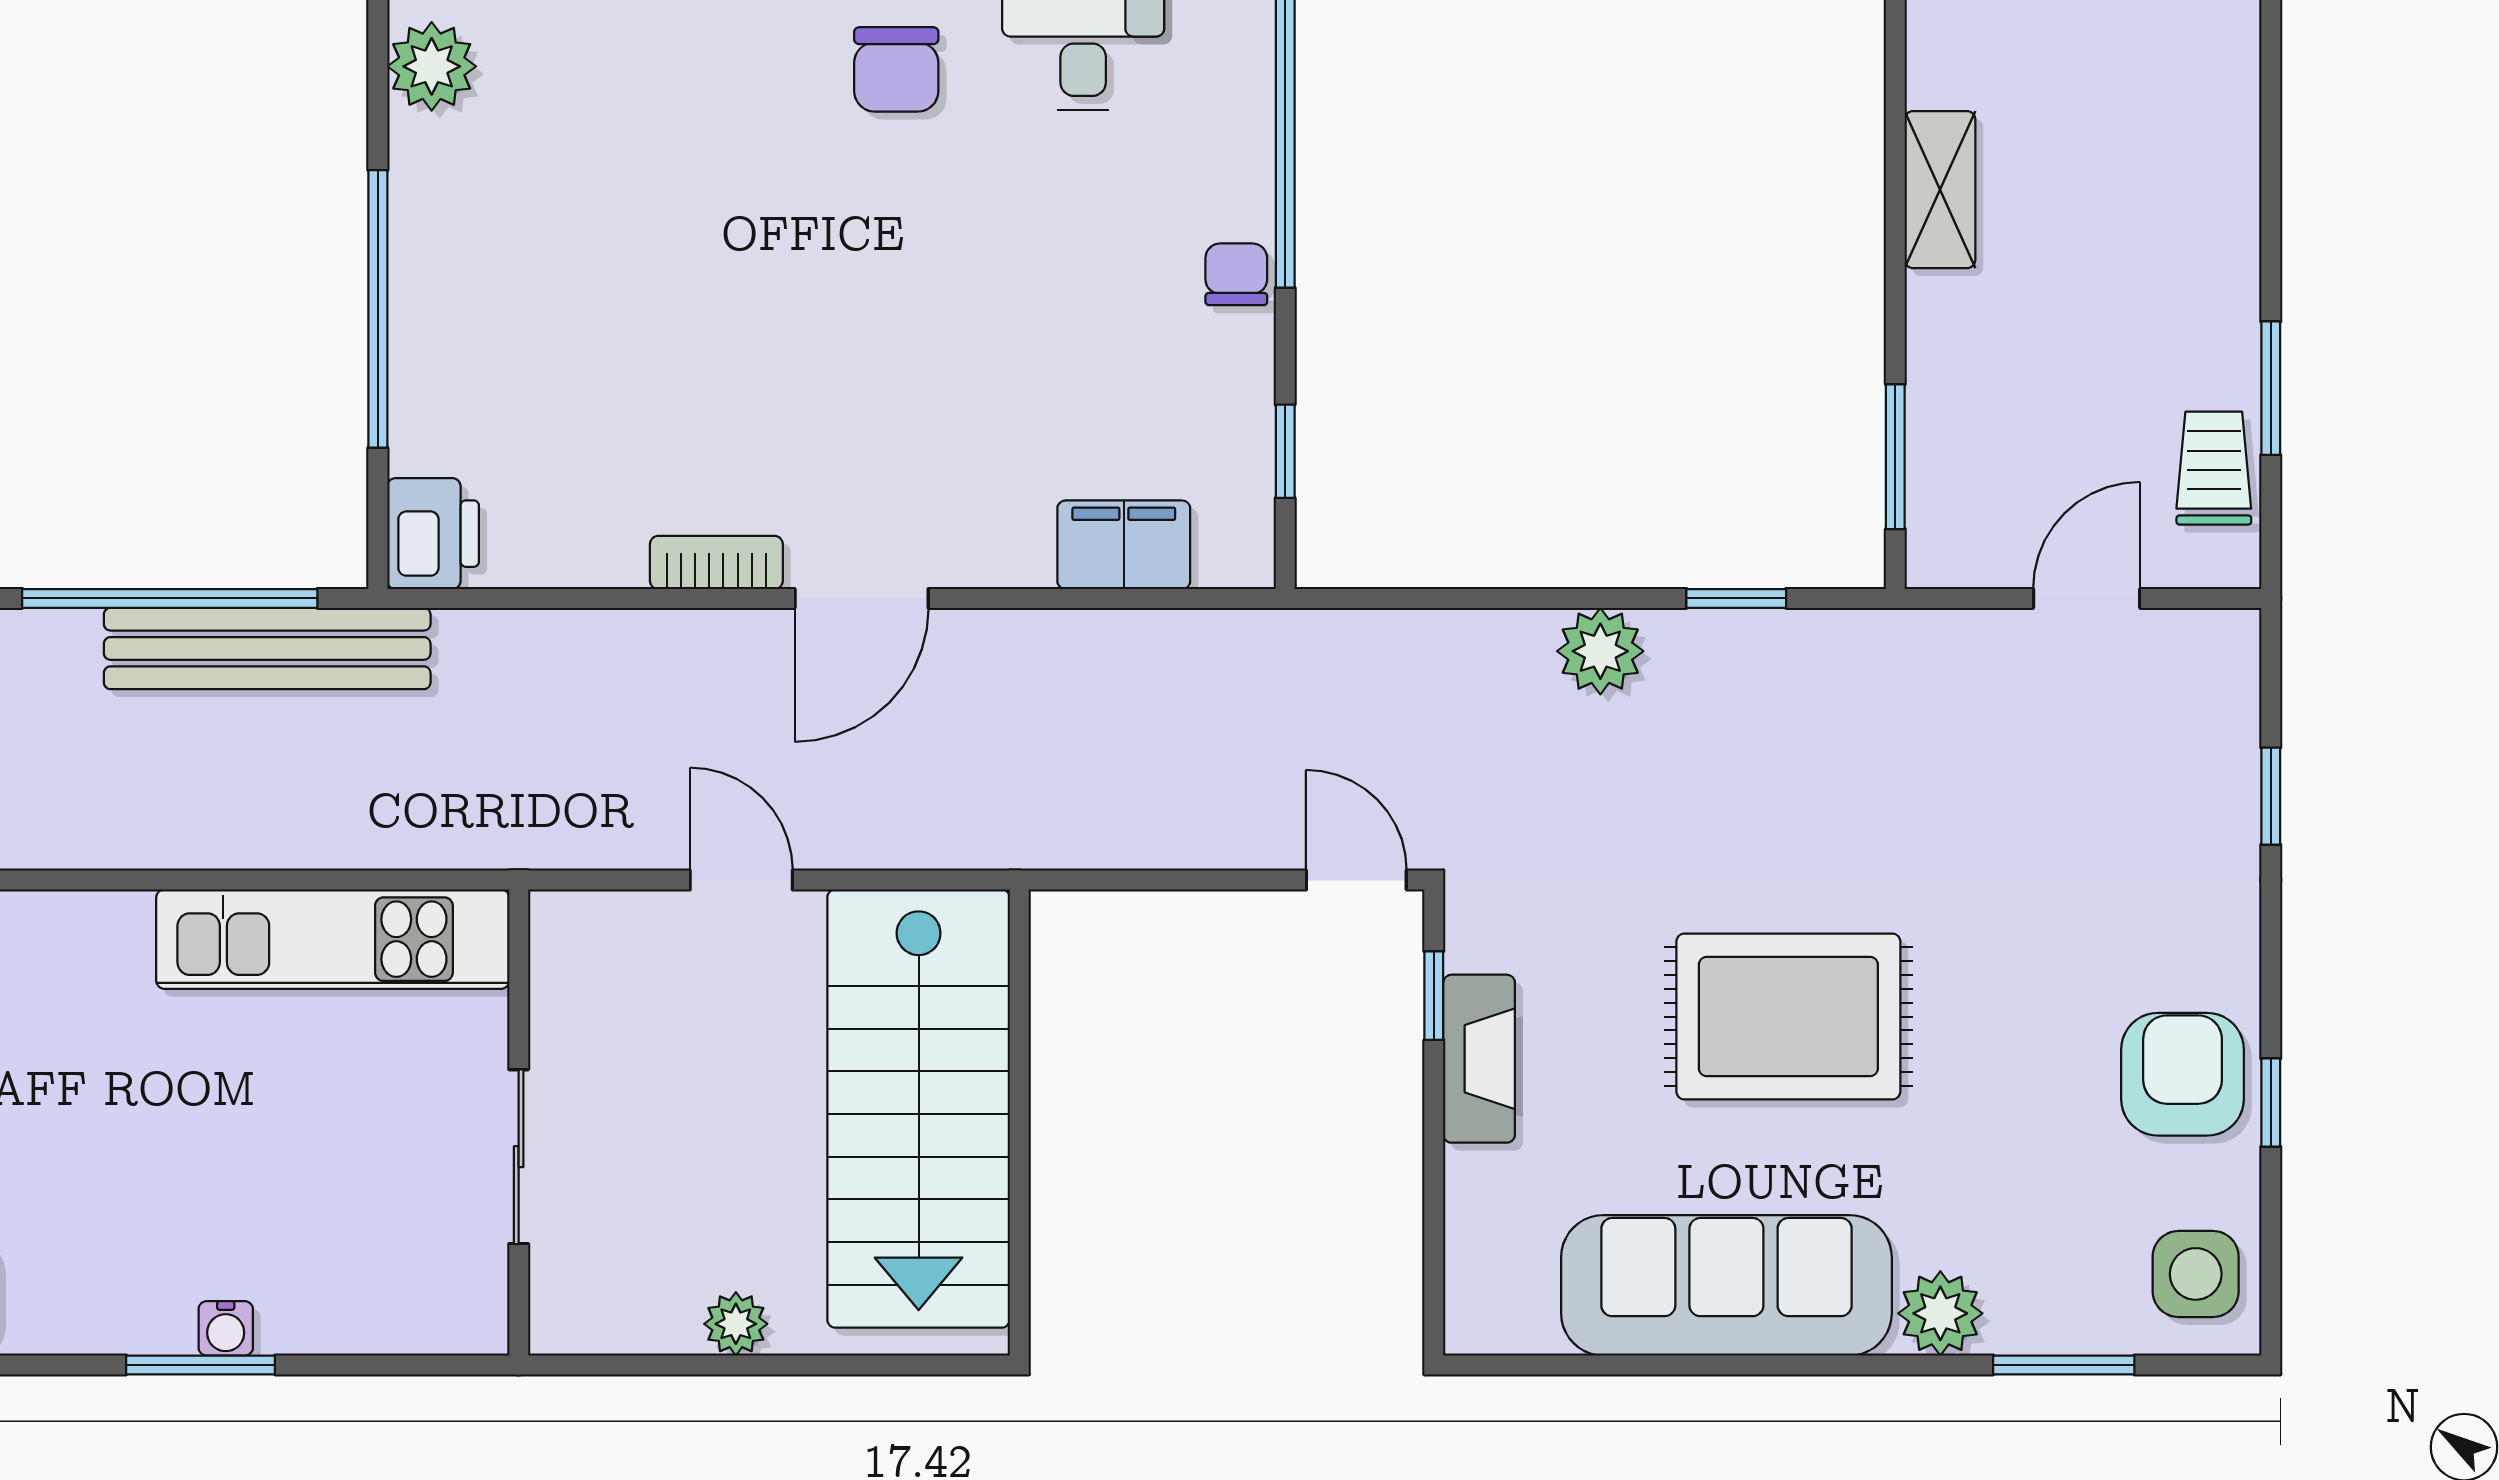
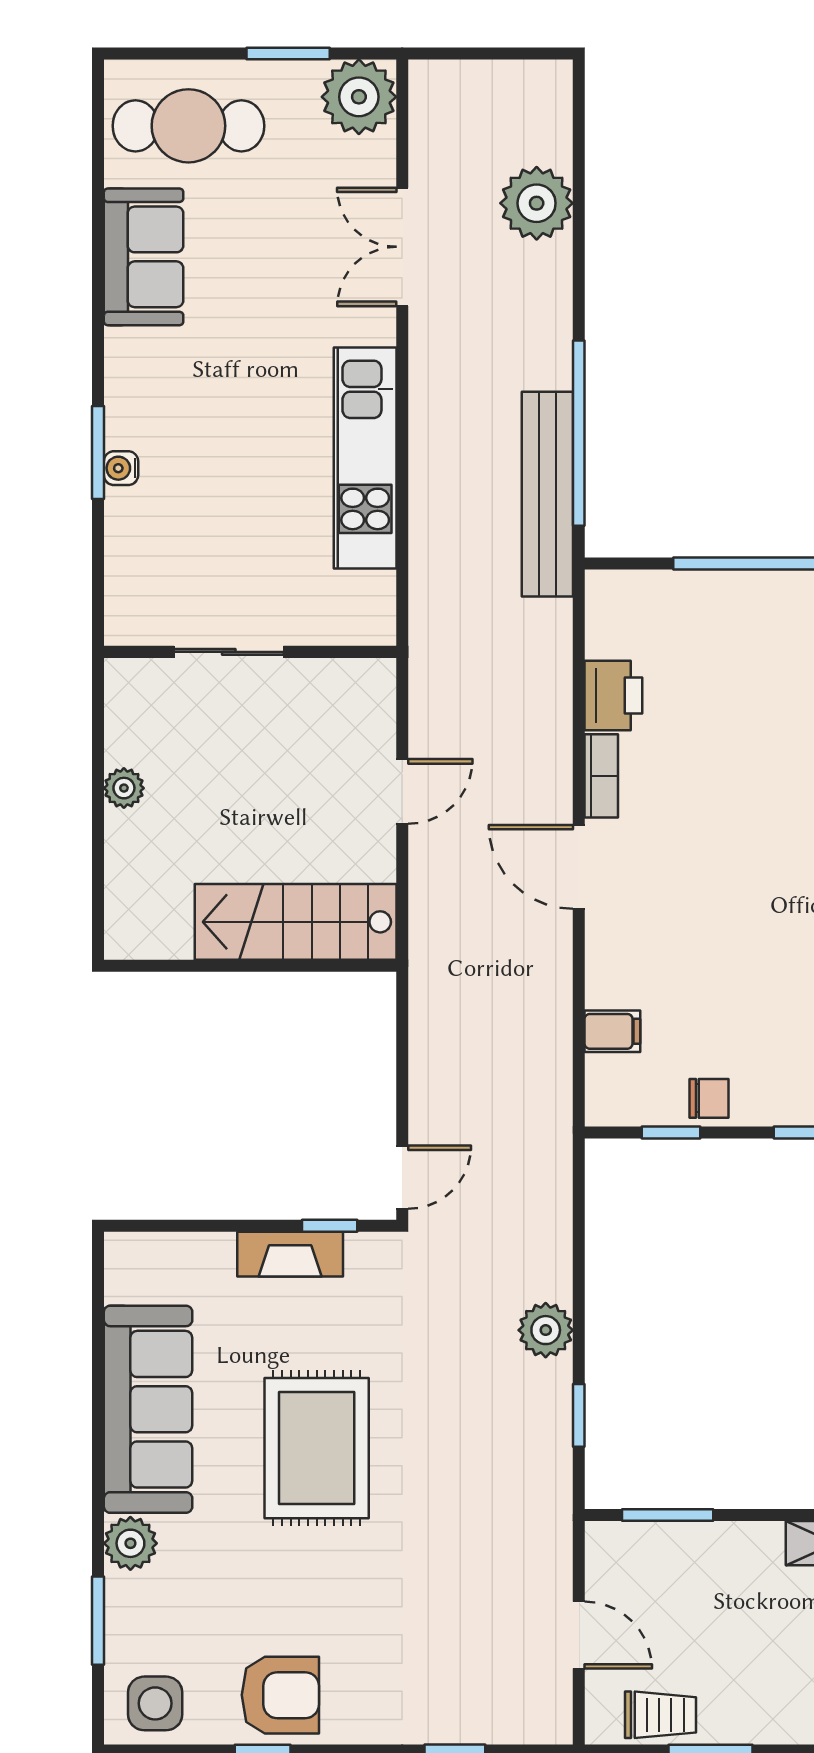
chair: (1236, 274) -> (709, 1098), moved
printer: (433, 534) -> (613, 695), moved, turned -90
filing cabinet: (1124, 545) -> (612, 1031), width x0.50
kitchen unit: (333, 939) -> (365, 458), moved
stairs: (919, 1109) -> (296, 922), width x0.73, depth x0.66

